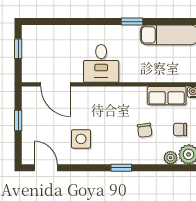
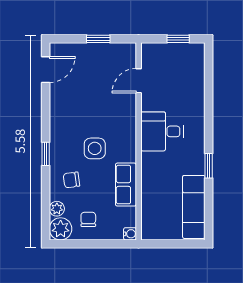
door: (56, 84) -> (139, 81), width x0.73
row of seats: (167, 96) -> (126, 185), moved
chair: (145, 130) -> (71, 180), moved
side table: (81, 139) -> (95, 148), moved

